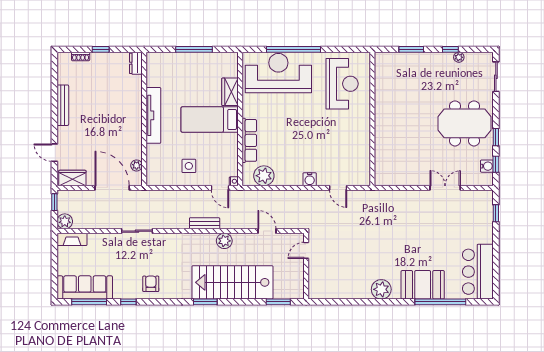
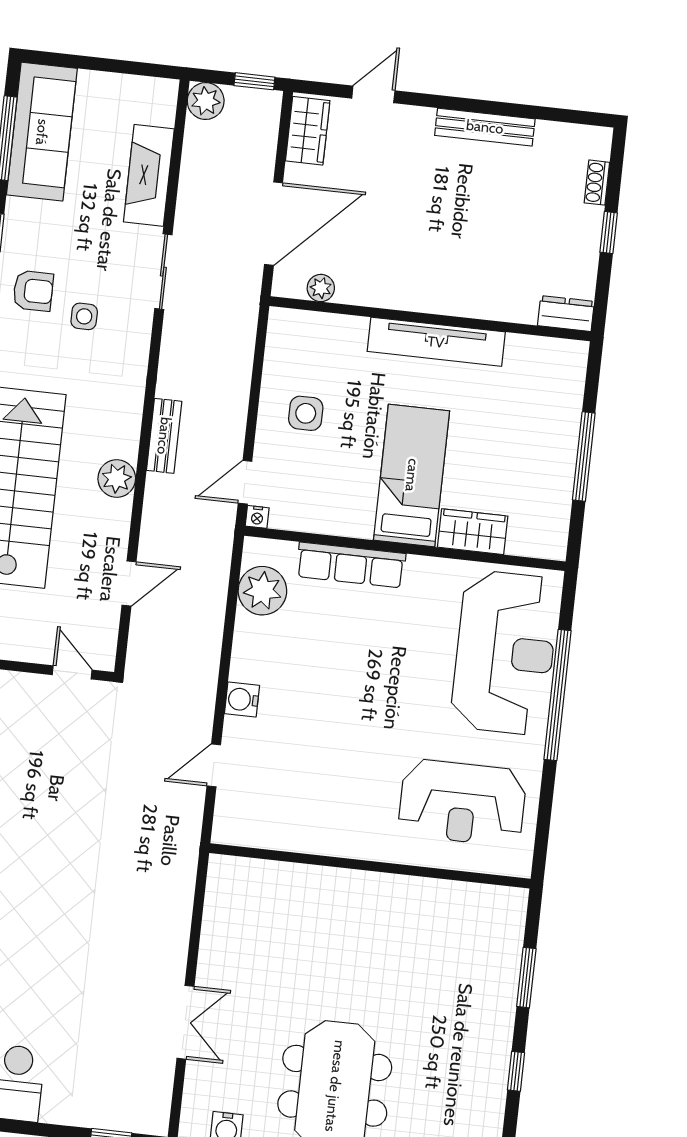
plant: (459, 57) -> (495, 1090), removed
fireplace: (72, 239) -> (149, 175), moved, width x1.37, depth x1.32
side table: (159, 262) -> (84, 316), added

